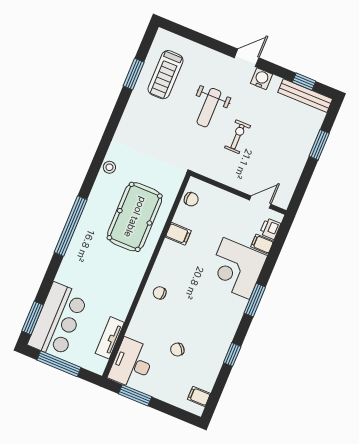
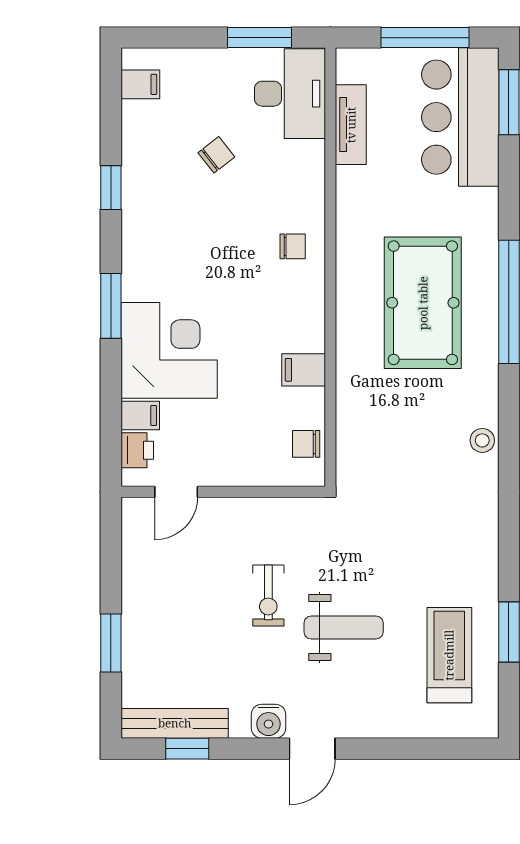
weight bench: (209, 108) -> (344, 628), turned 90
pool table: (135, 217) -> (423, 303), moved

